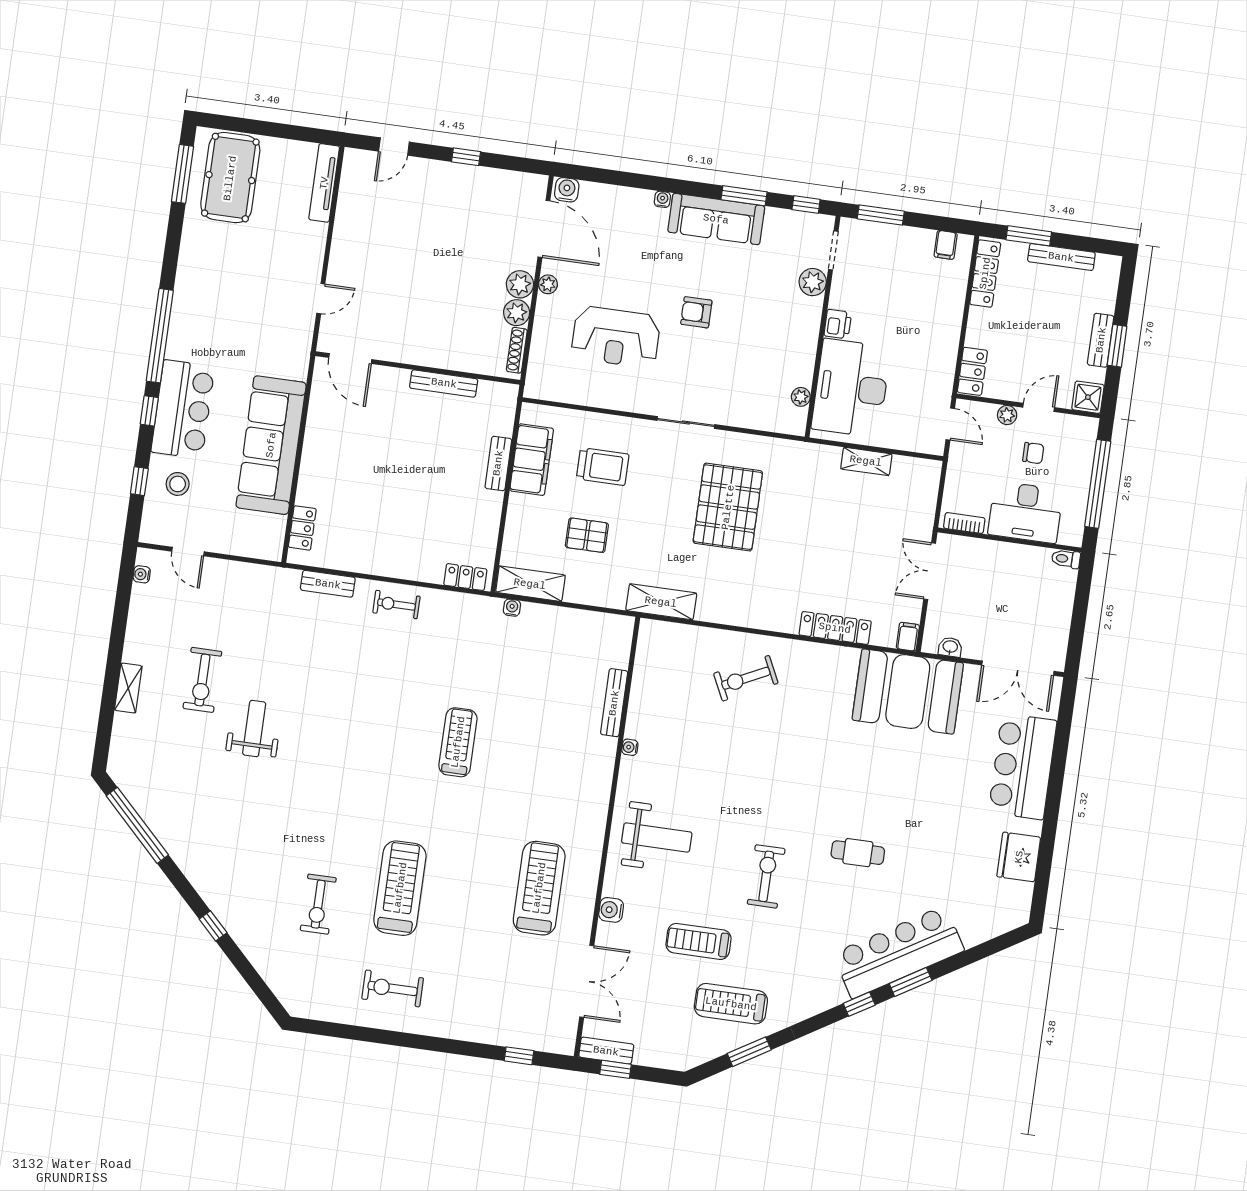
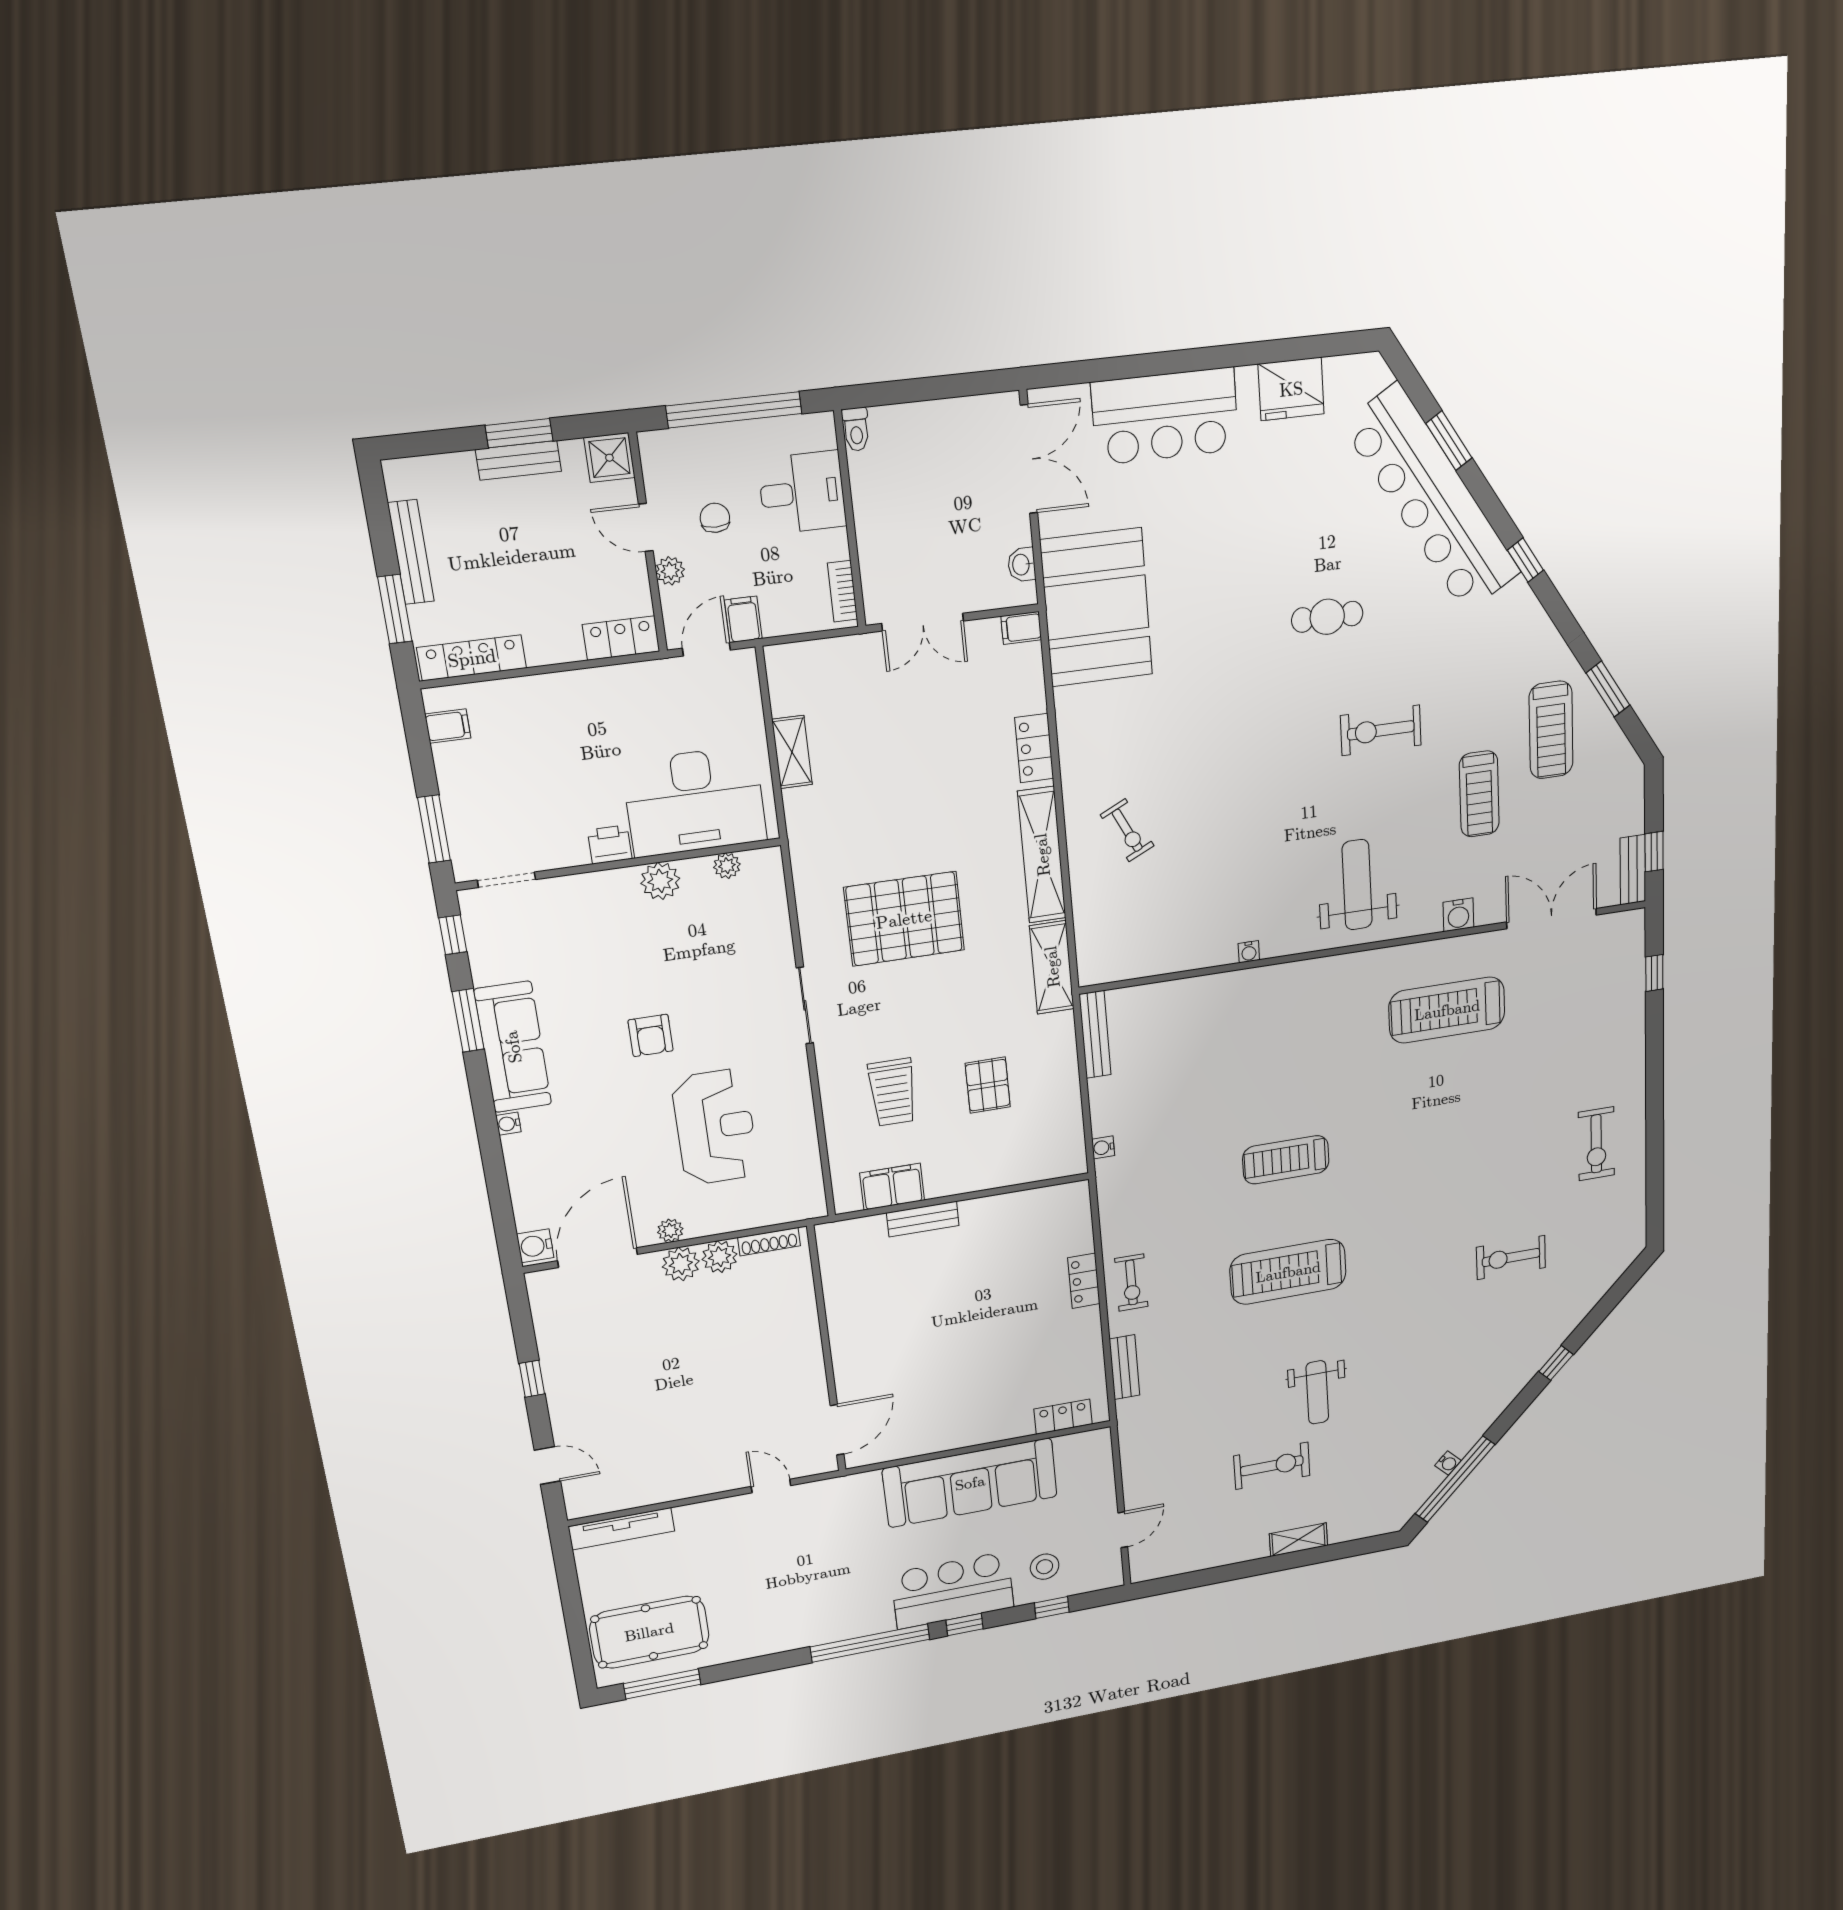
plant: (813, 282) -> (660, 881), moved
bench: (444, 383) -> (838, 1314), removed
filing cabinet: (963, 453) -> (743, 619), added
filing cabinet: (532, 460) -> (892, 1187), width x0.67, depth x0.86
trolley: (603, 467) -> (893, 1092), turned 180
desk: (1025, 512) -> (802, 493), width x0.73
water cooler: (142, 574) -> (1448, 1463), moved, turned -45
locker: (465, 577) -> (1084, 1281), moved
shelving: (530, 584) -> (1042, 855), moved, width x1.47
locker: (835, 628) -> (1034, 748), width x0.66
exercise bike: (746, 678) -> (1127, 830), width x0.73, depth x0.72
bench: (614, 703) -> (1095, 1035), moved, turned 90
weight bench: (254, 728) -> (1317, 1392), turned -90
cafe table: (858, 853) -> (1327, 617), turned 90
treadmill: (400, 888) -> (1288, 1272), moved
exercise bike: (318, 904) -> (1511, 1257), turned 180
bar counter: (898, 952) -> (1432, 500), width x1.36
window: (911, 982) -> (1449, 441), moved

